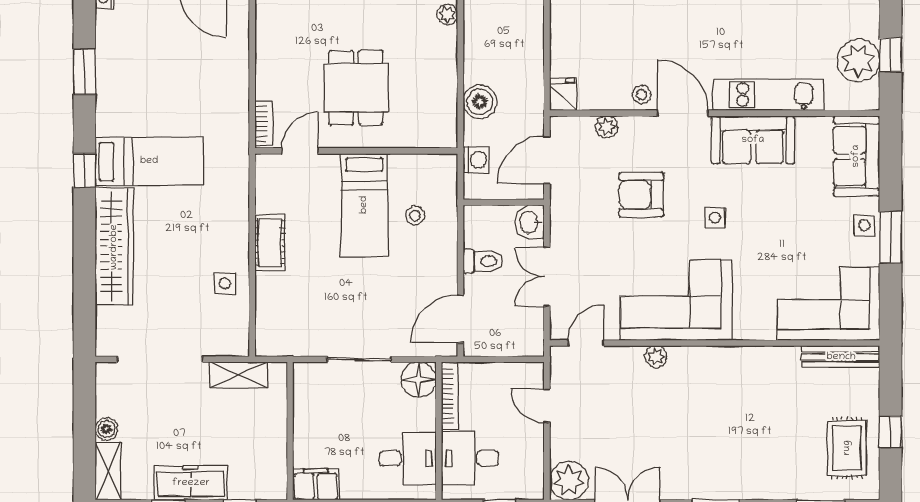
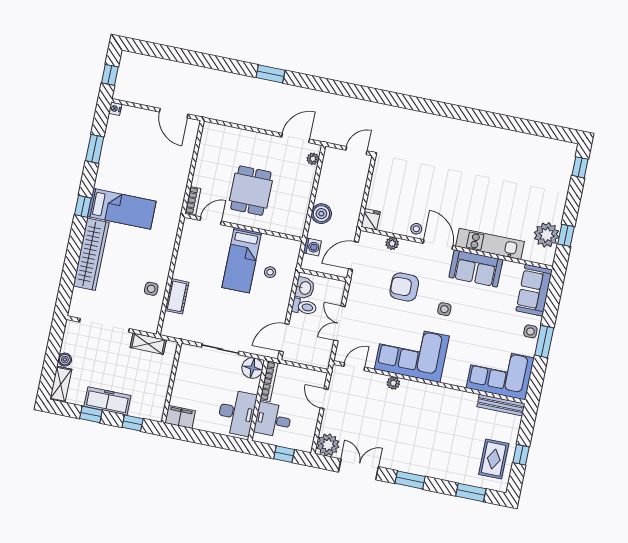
washbasin: (530, 222) -> (305, 288), moved, turned 180
cot: (270, 243) -> (177, 296), moved
desk: (408, 458) -> (237, 413), width x1.37

